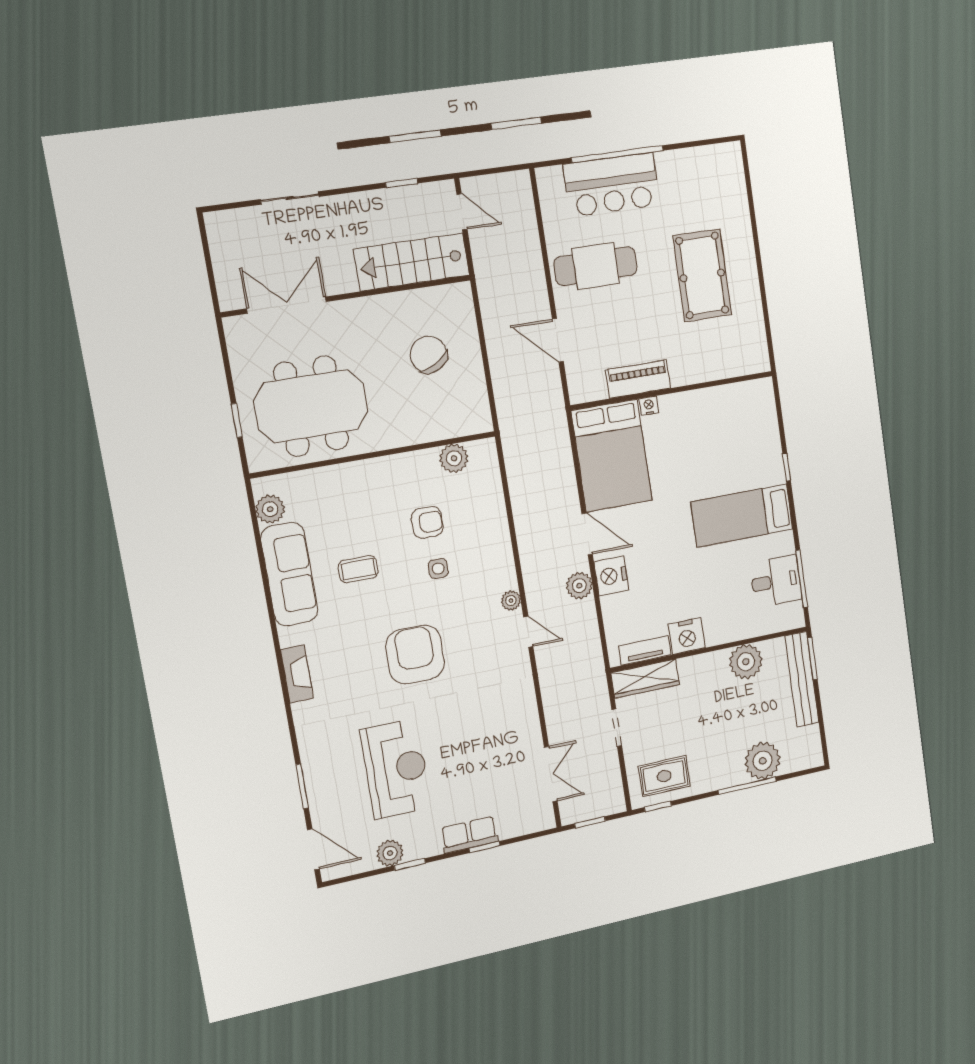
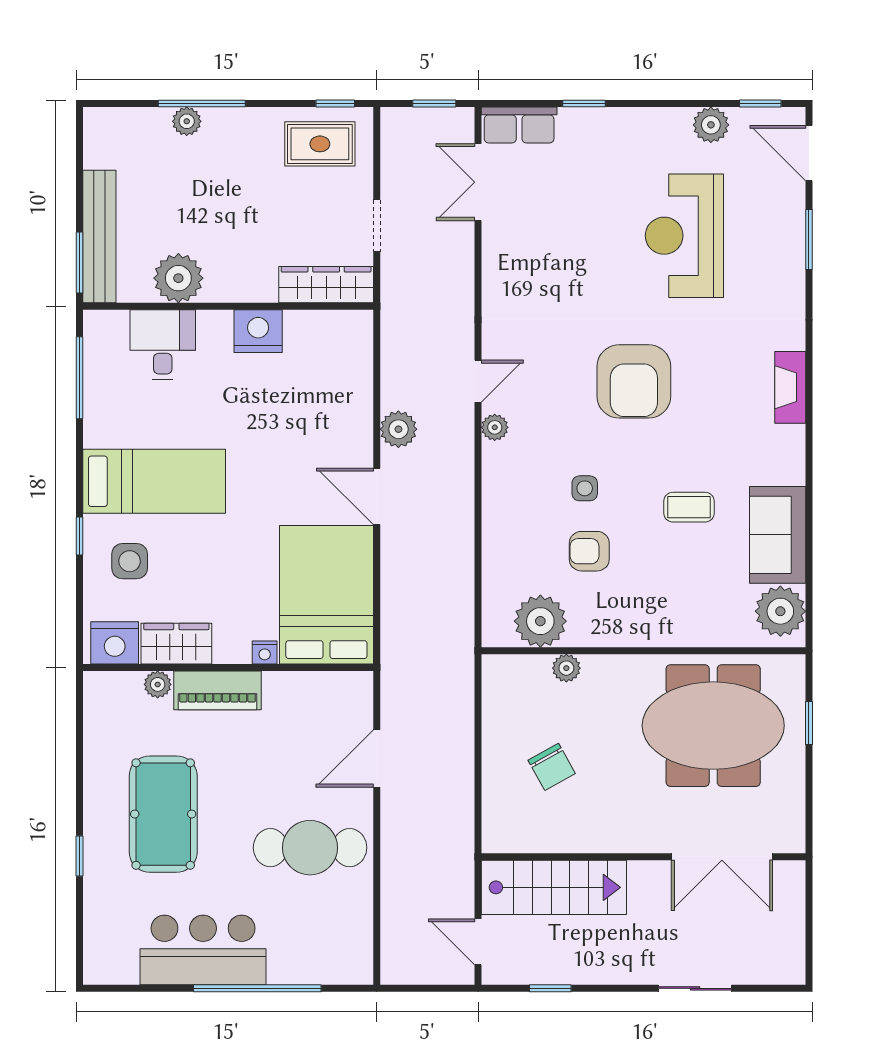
bar counter: (612, 185) -> (203, 950), moved
window: (755, 236) -> (80, 856), added
door: (558, 340) -> (377, 759), swing flipped
chair: (429, 355) -> (552, 767), width x0.73, depth x0.73
plant: (719, 370) -> (158, 684), added
piano: (638, 379) -> (217, 690), moved
wardrobe: (711, 402) -> (176, 644), added
plant: (430, 431) -> (566, 668), added
side table: (751, 456) -> (130, 561), added
plant: (454, 458) -> (540, 621), width x1.36, depth x1.36
plant: (270, 509) -> (780, 611), width x1.36, depth x1.36
sofa: (289, 574) -> (778, 535), width x0.73
nightstand: (611, 576) -> (115, 643), moved, turned 90
desk: (776, 581) -> (163, 345), moved, turned 90
door: (528, 632) -> (478, 381), swing flipped
tv unit: (645, 650) -> (321, 323), removed
plant: (763, 761) -> (187, 121), width x0.53, depth x0.53
row of seats: (469, 835) -> (519, 125), moved
window: (410, 864) -> (760, 104), moved

